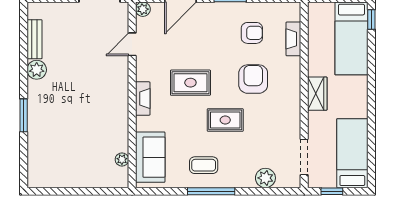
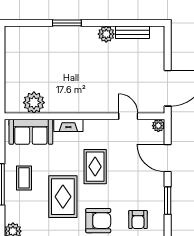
fireplace: (143, 99) -> (68, 125), moved
rug: (225, 120) -> (63, 197), width x1.36, depth x1.43
plant: (122, 160) -> (34, 103), width x1.87, depth x1.87

